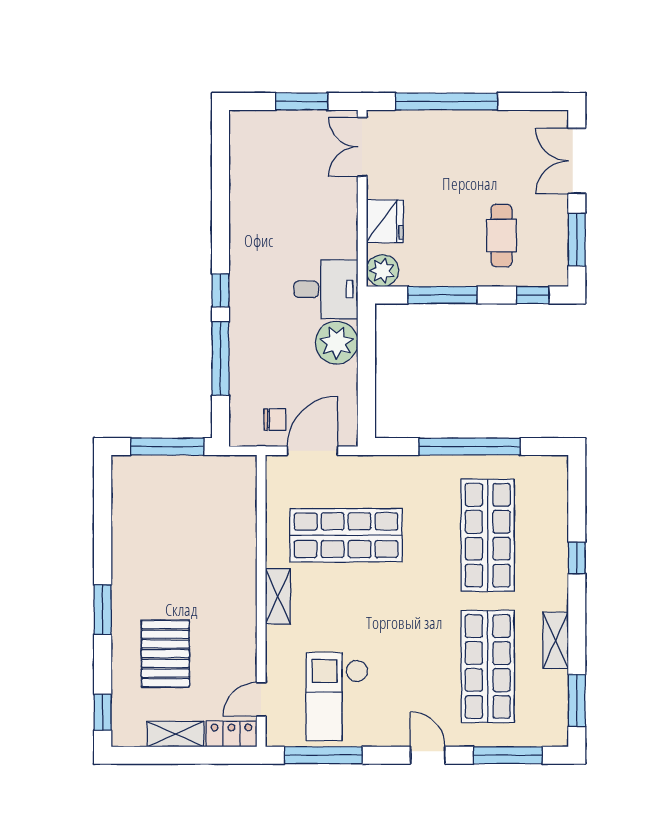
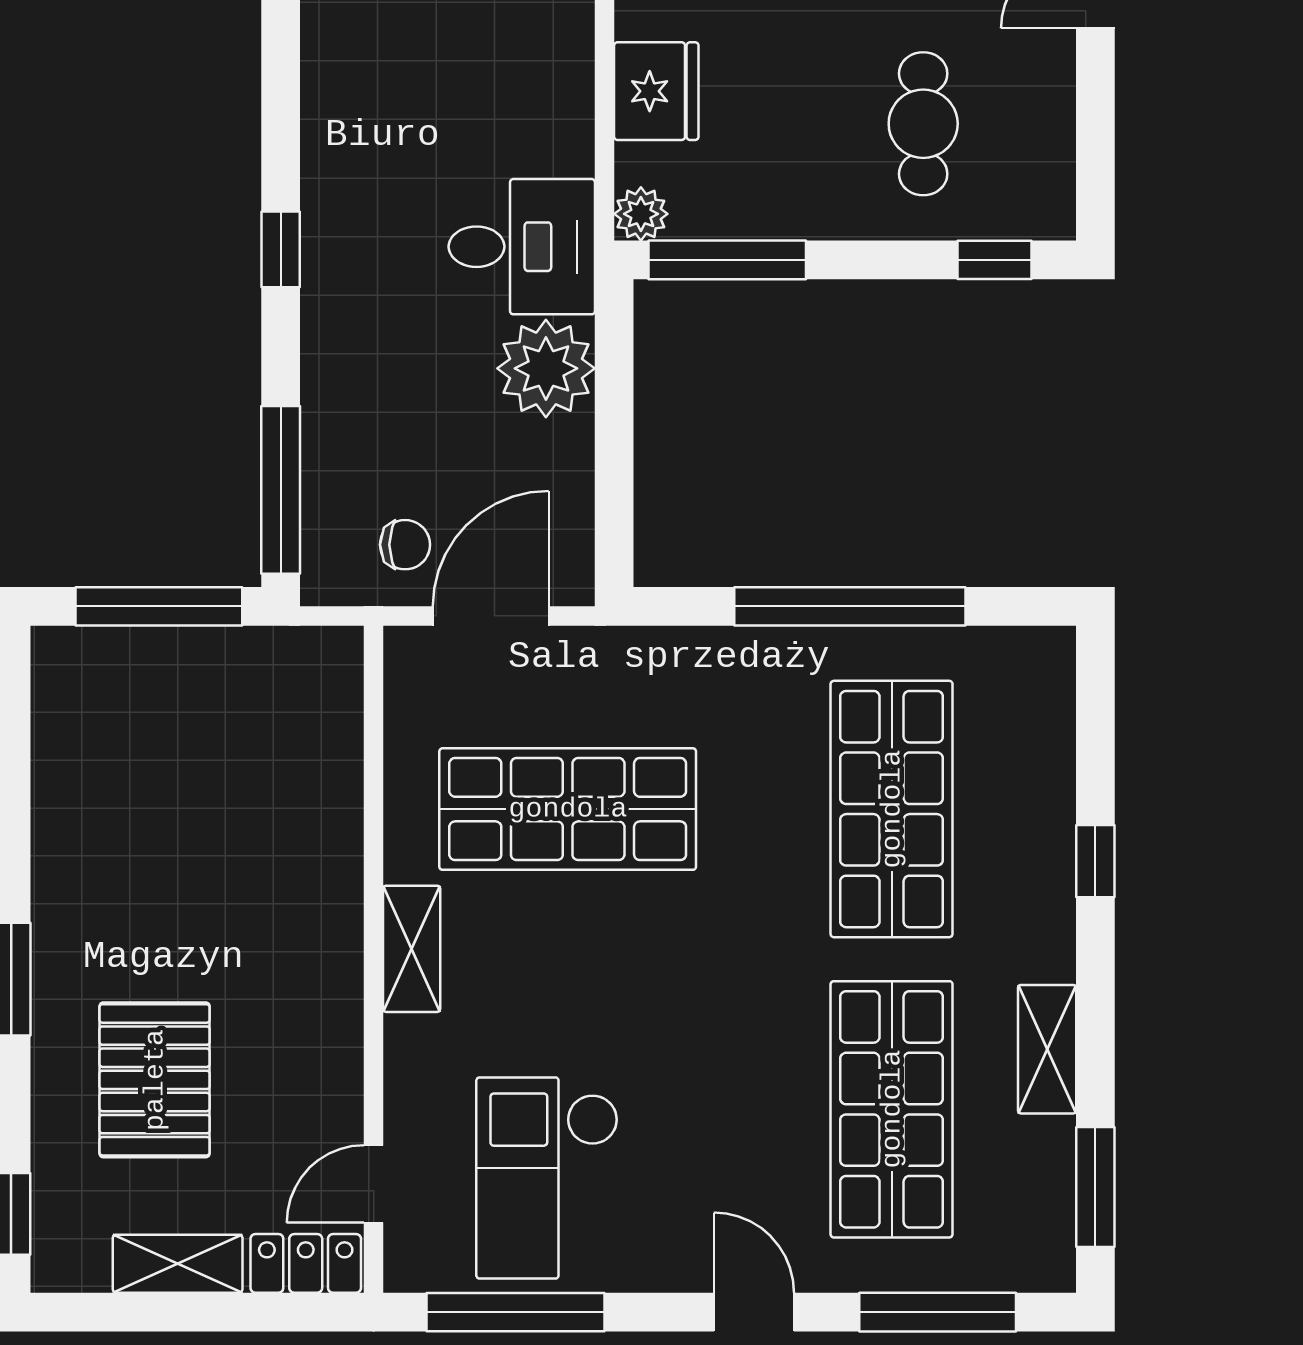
window: (577, 239) -> (1095, 133), removed
plant: (382, 271) -> (641, 214), width x0.73, depth x0.73
window: (442, 295) -> (727, 260), moved
window: (220, 358) -> (281, 490), moved

